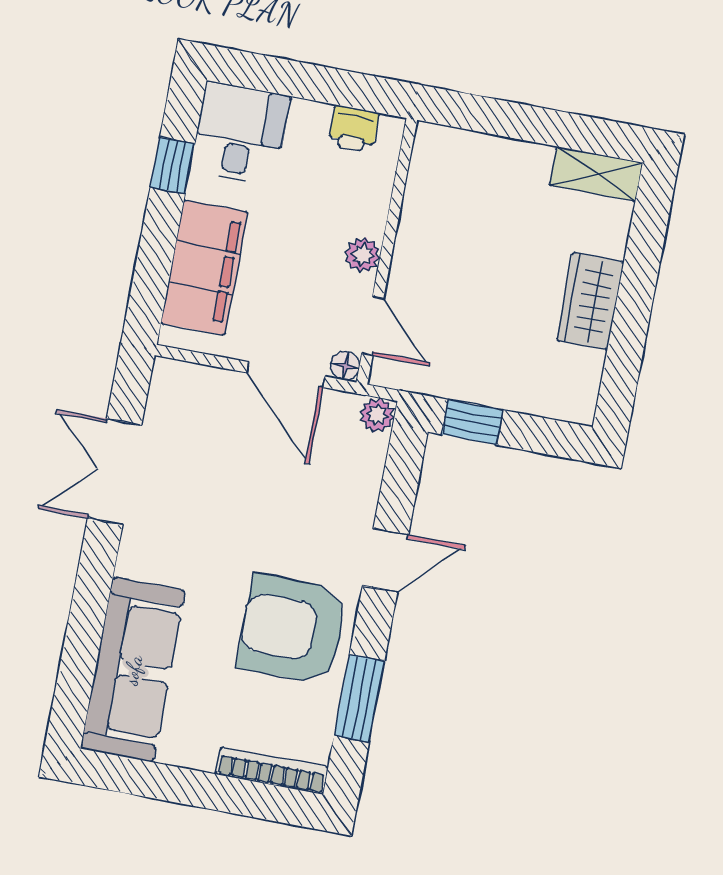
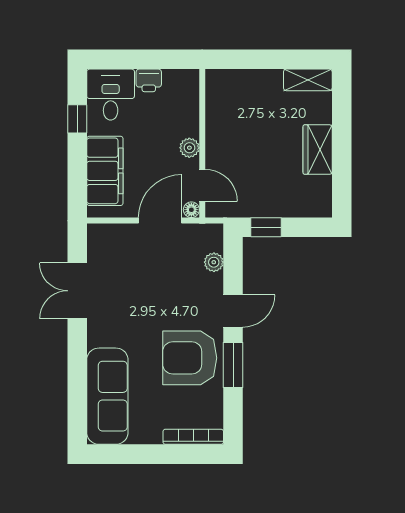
printer: (354, 129) -> (149, 80), moved
door: (286, 375) -> (160, 221), swing flipped
plant: (377, 415) -> (214, 262), moved
window: (359, 698) -> (233, 365), moved

